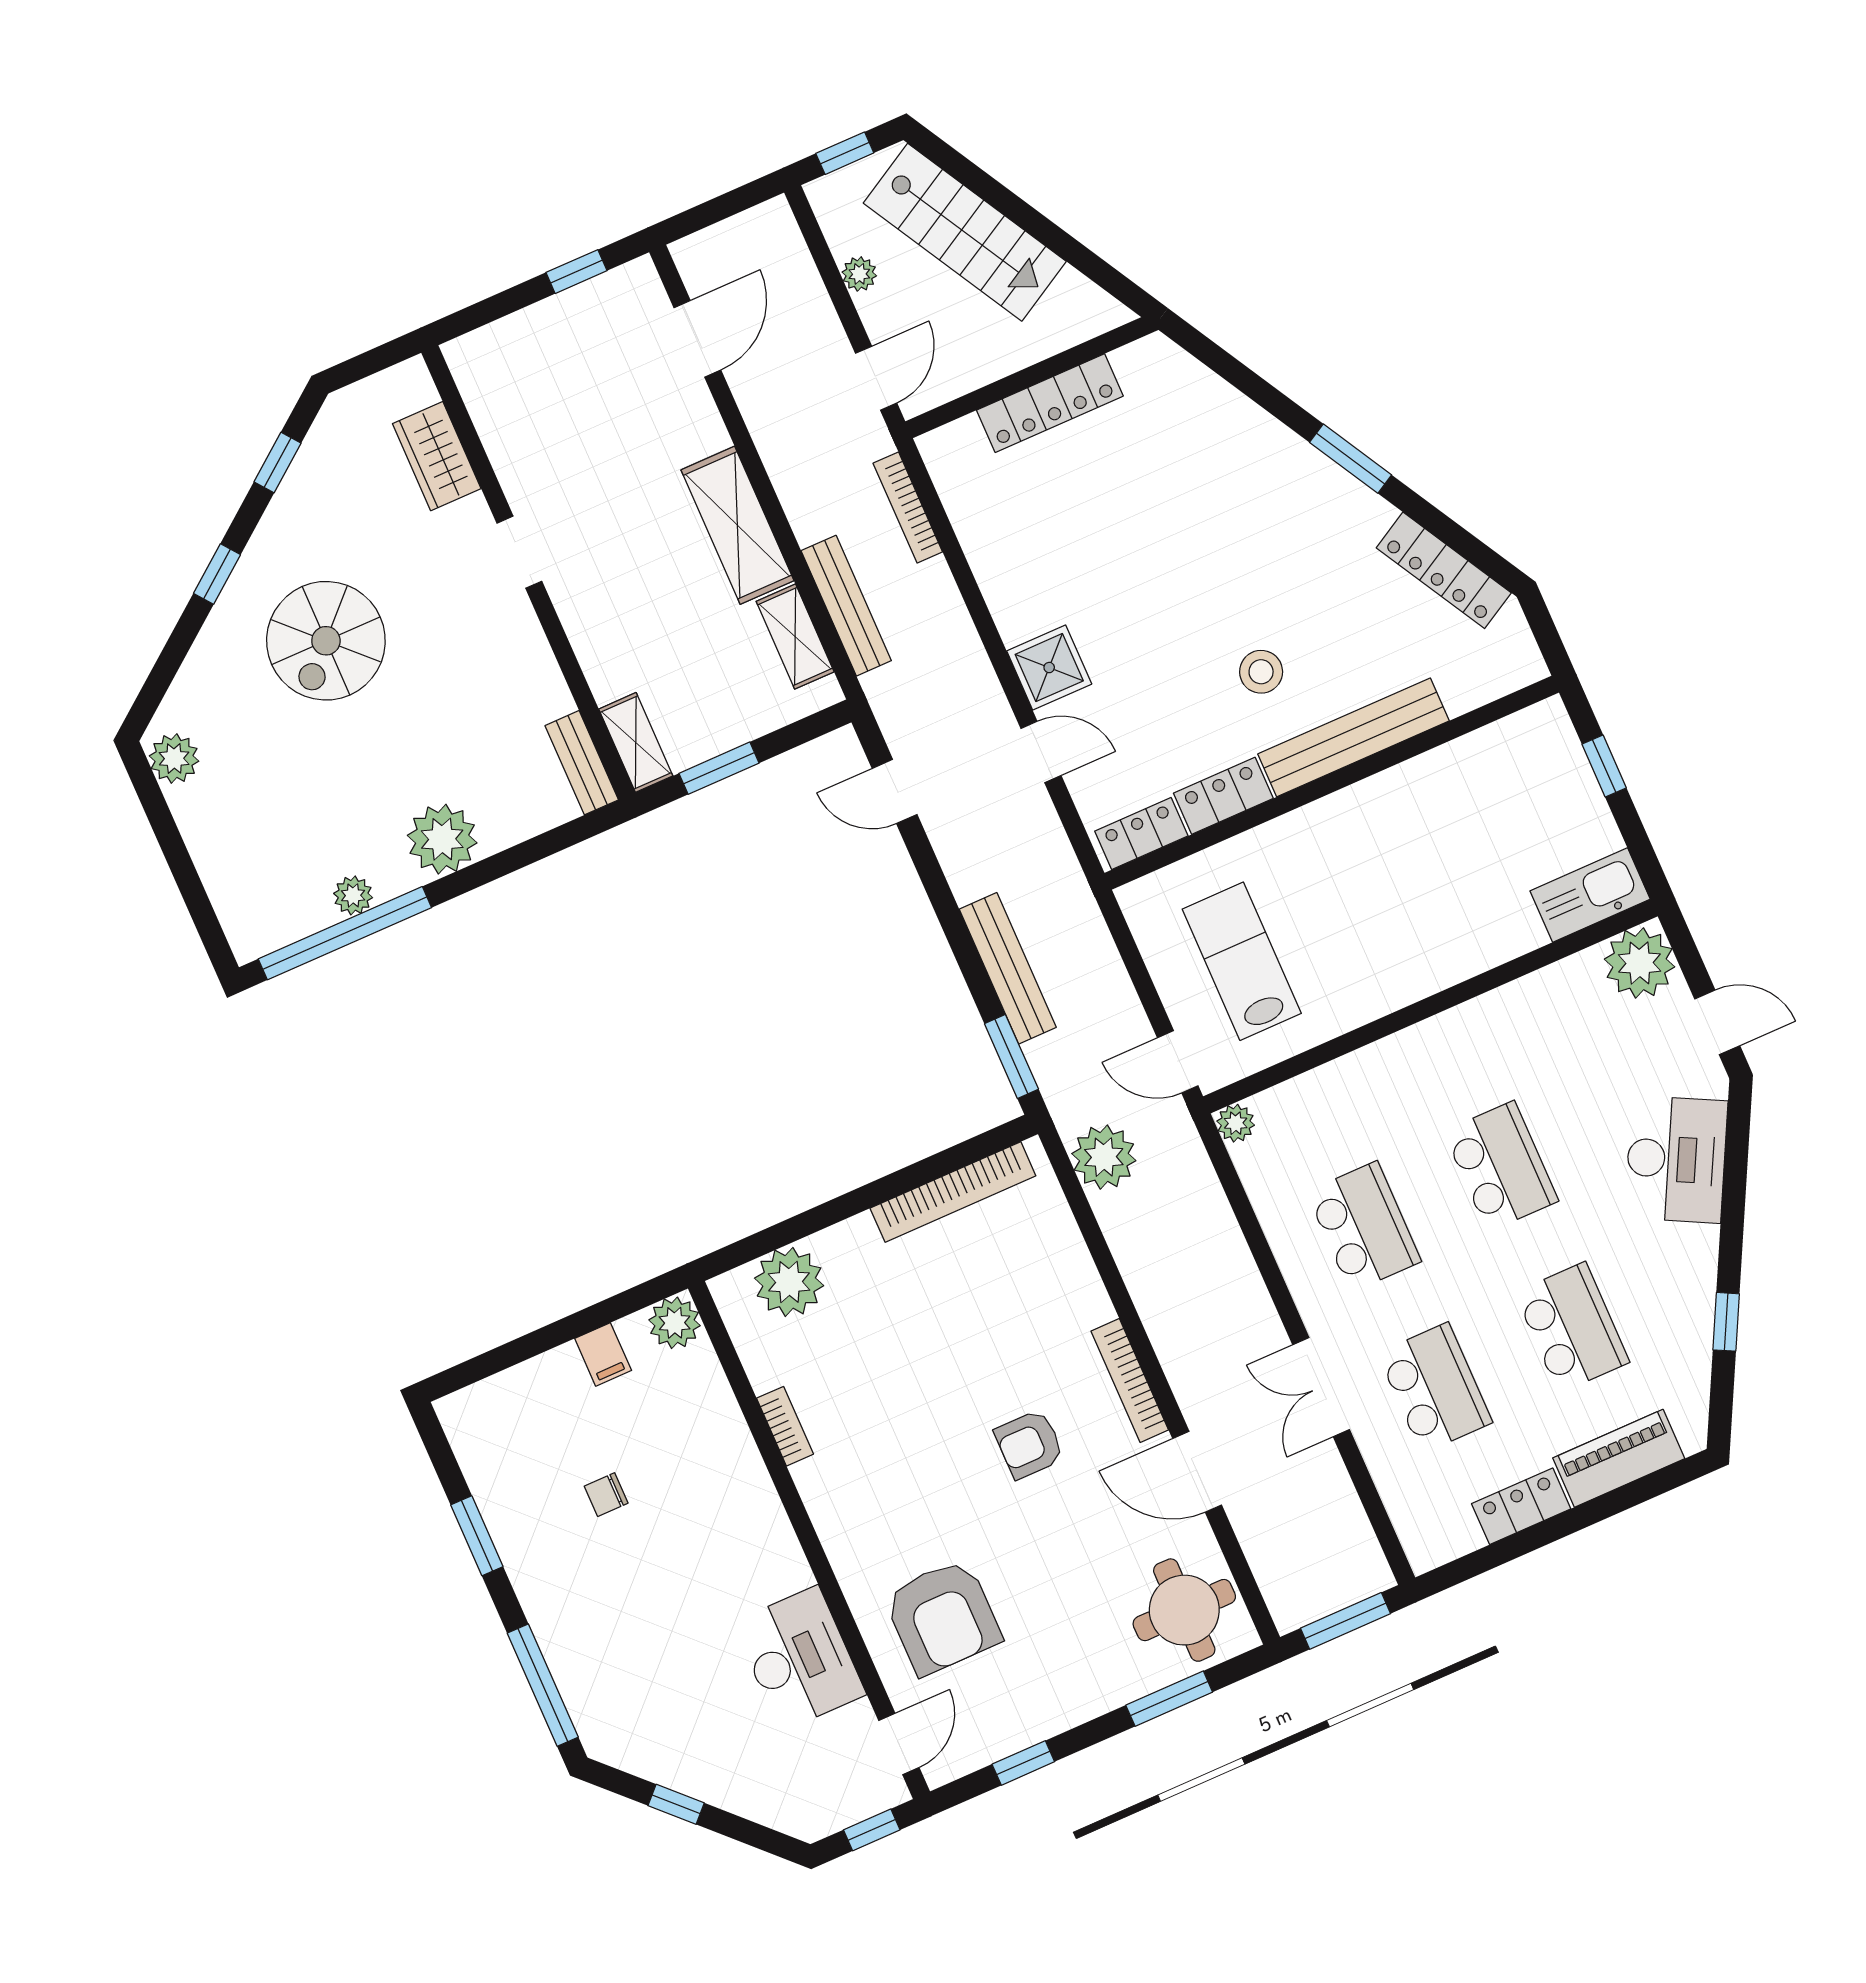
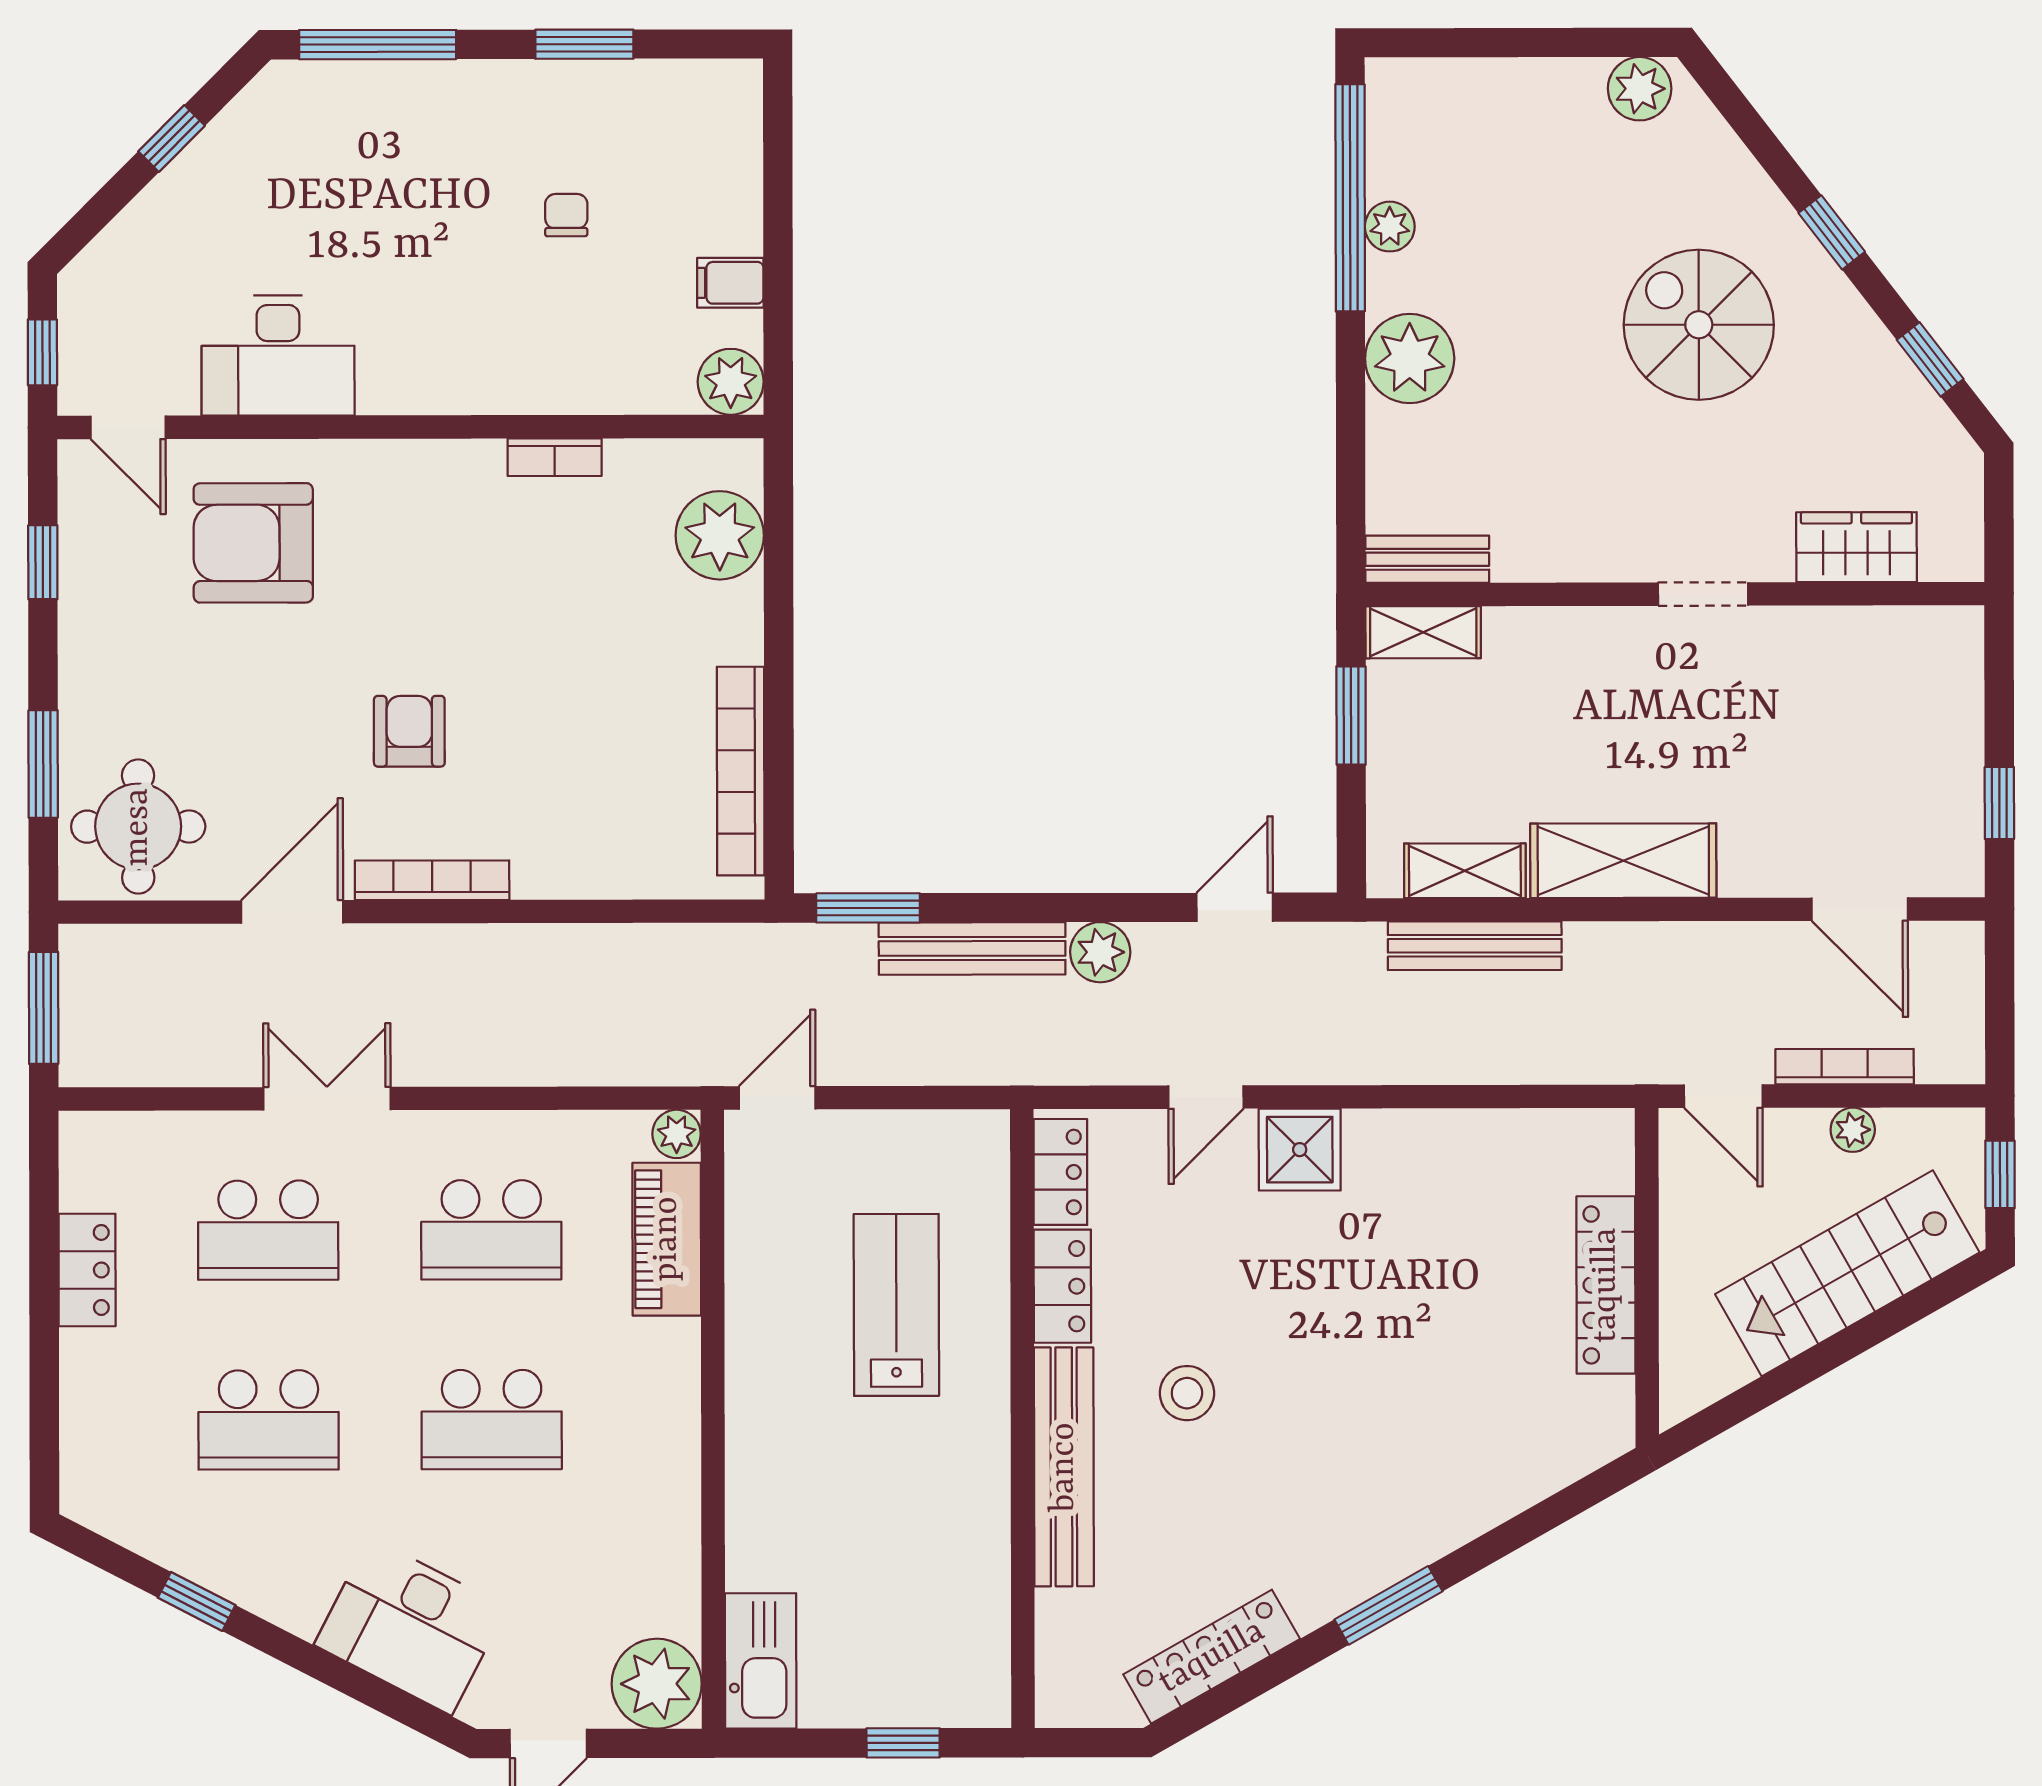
bookcase: (908, 508) -> (1845, 1067), moved
lab bench: (1242, 961) -> (896, 1305), moved, turned -90
plant: (1104, 1157) -> (1100, 952), moved, width x0.73, depth x0.73
piano: (1619, 1458) -> (667, 1239), moved, turned 180

